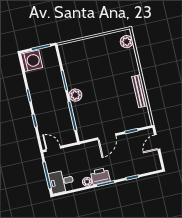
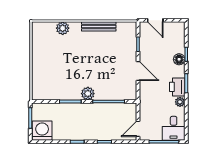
plant: (127, 42) -> (63, 28), moved
floor lamp: (126, 172) -> (179, 59), added

